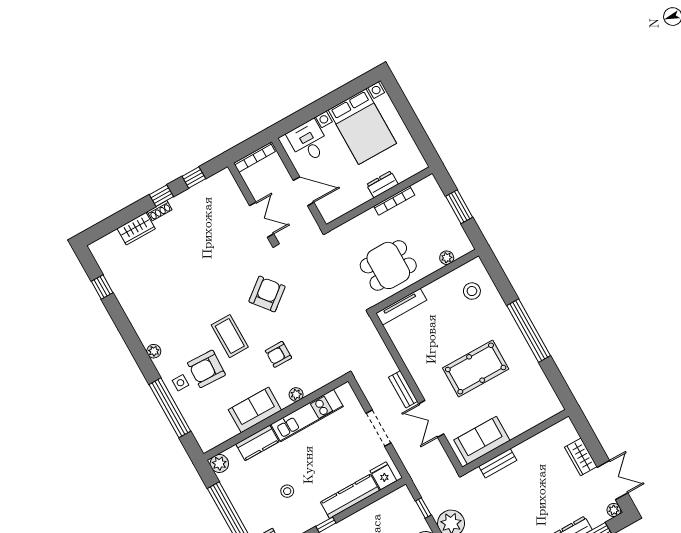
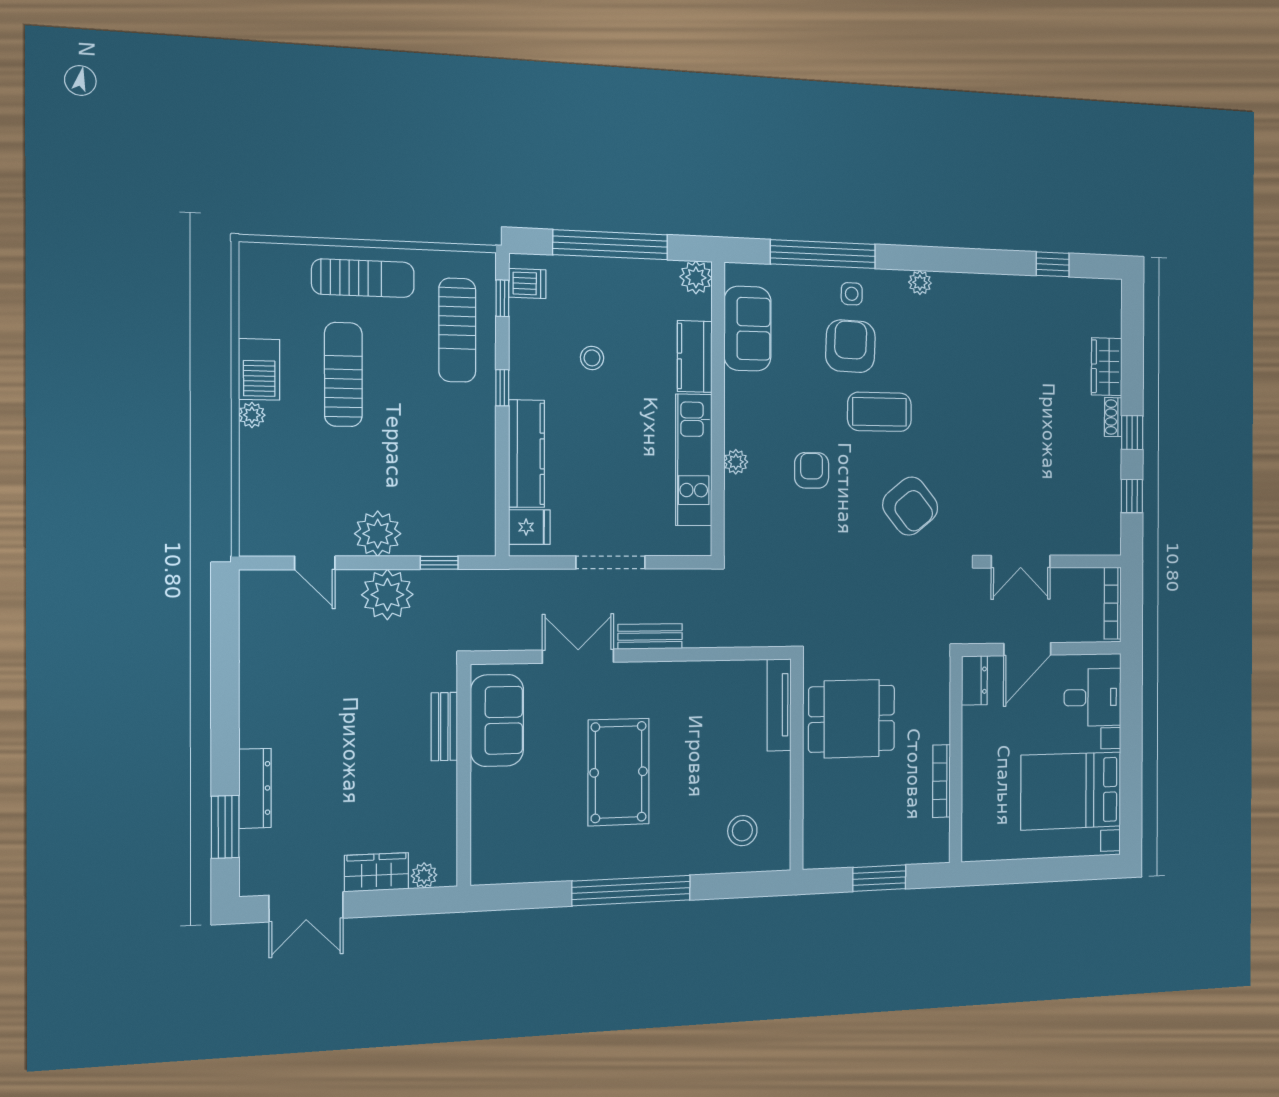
dresser: (382, 184) -> (974, 680), moved
plant: (447, 258) -> (814, 817), removed
dining table: (388, 265) -> (852, 719), turned 90
sofa: (255, 410) -> (748, 329), moved
plant: (614, 510) -> (424, 875), moved

